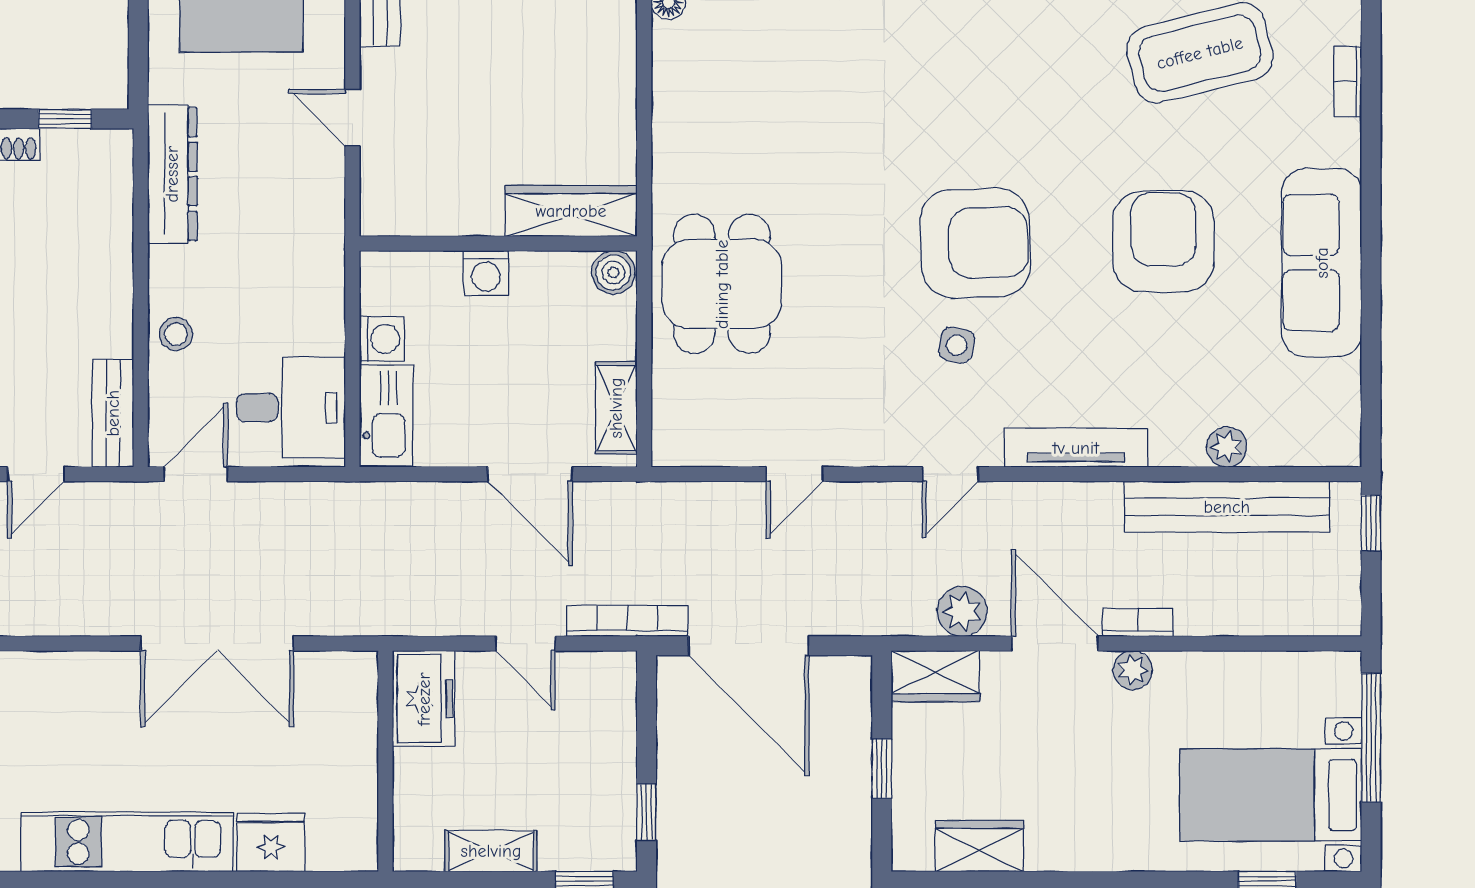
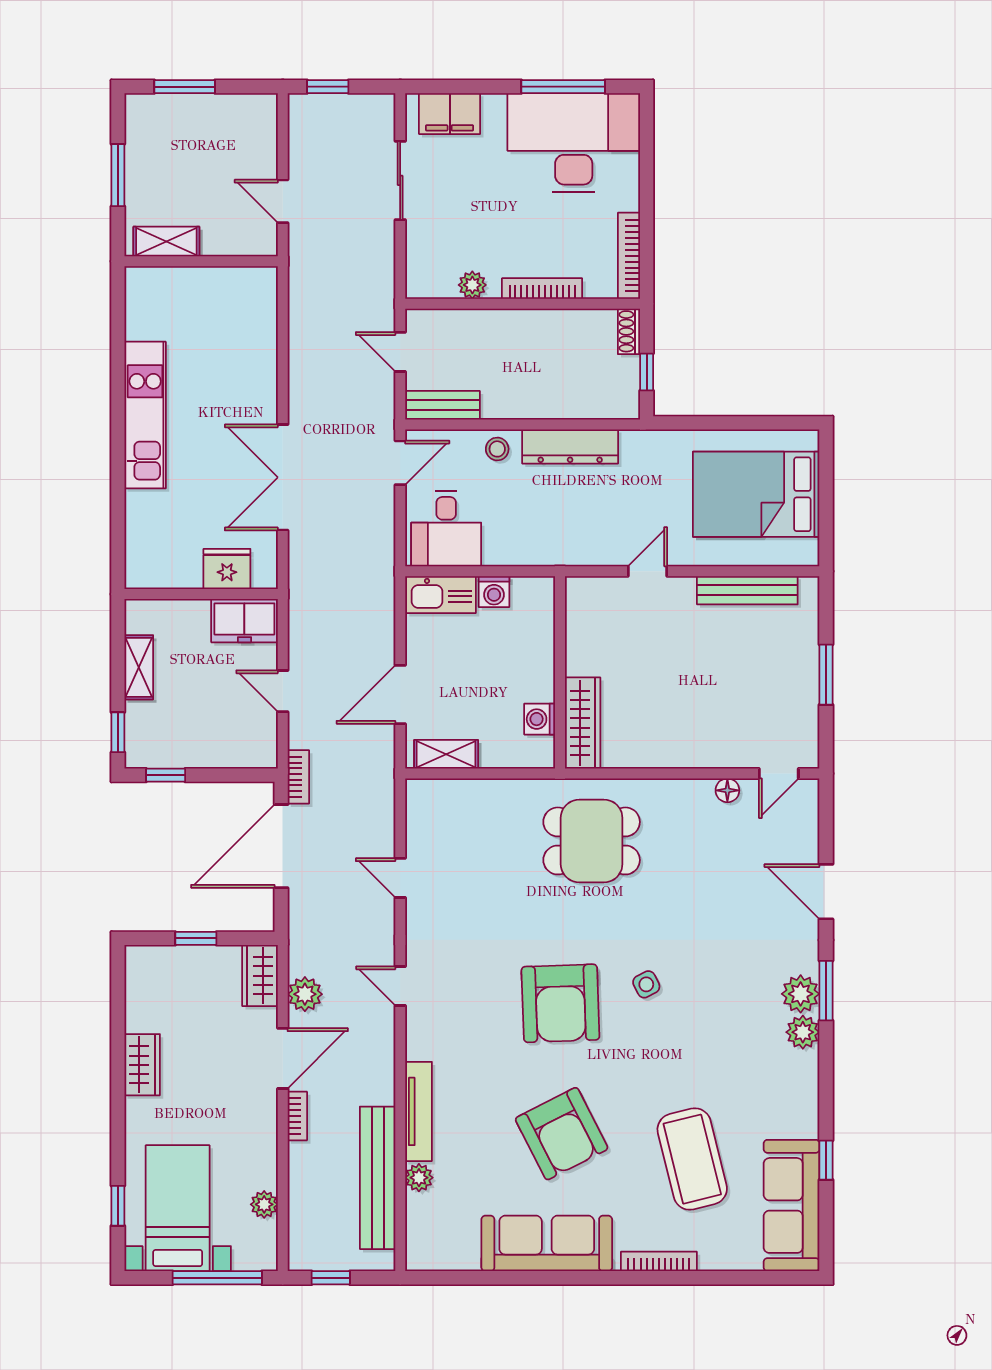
bookcase: (1348, 81) -> (659, 1261), width x1.56
dresser: (172, 174) -> (570, 446), moved
armchair: (1163, 241) -> (562, 1134), turned 63
boiler: (613, 272) -> (540, 752), removed
washing machine: (486, 273) -> (540, 719), moved
dining table: (722, 284) -> (592, 841), moved
side table: (957, 345) -> (646, 984), moved, turned -38
tv unit: (1076, 448) -> (418, 1111), moved
door: (196, 474) -> (400, 463), hinge flipped
window: (1371, 523) -> (331, 1278), moved
bookcase: (627, 621) -> (298, 777), width x0.64
door: (525, 643) -> (283, 691), hinge flipped
plant: (1133, 670) -> (264, 1204), moved
fridge: (271, 843) -> (227, 569), moved, turned -90
wardrobe: (979, 846) -> (142, 1065), moved

